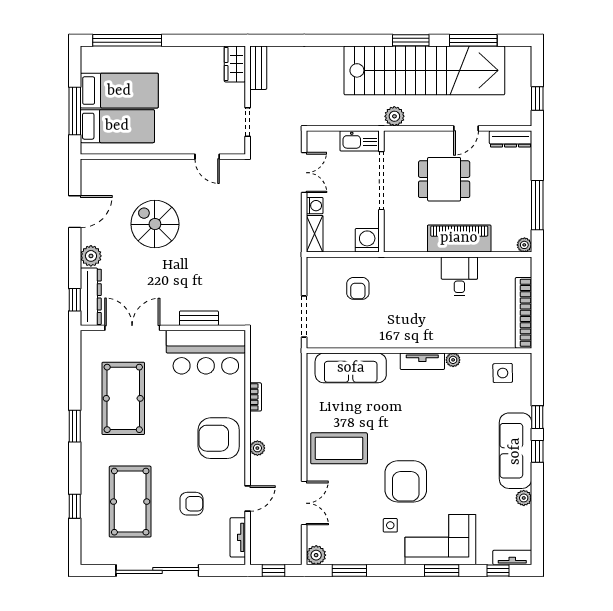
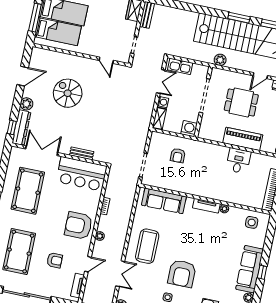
kitchen sink: (360, 141) -> (180, 66), moved
window: (537, 417) -> (266, 252), removed
coffee table: (339, 448) -> (147, 246), turned 90

